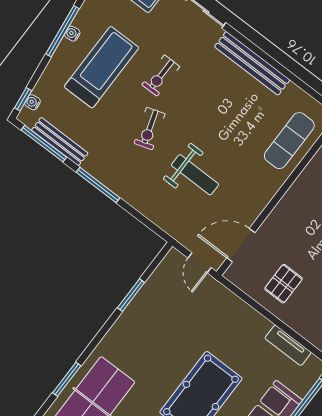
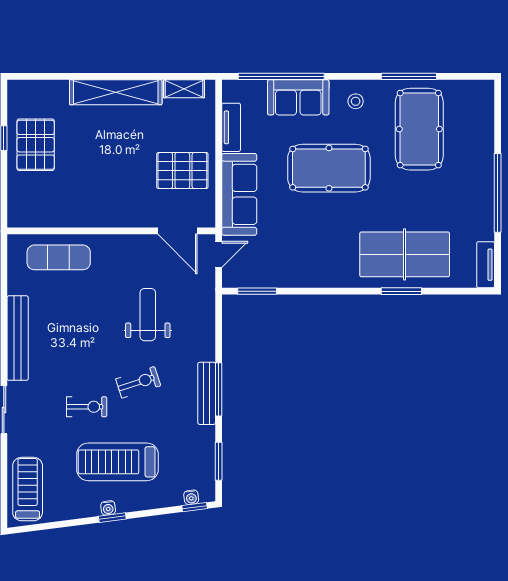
window: (63, 31) -> (112, 518), width x0.46
bench: (60, 142) -> (207, 393), moved
window: (44, 144) -> (219, 461), width x0.69
pallet: (284, 284) -> (182, 170), width x1.50, depth x1.42
window: (131, 295) -> (257, 291), moved
sofa: (233, 313) -> (239, 194), added

